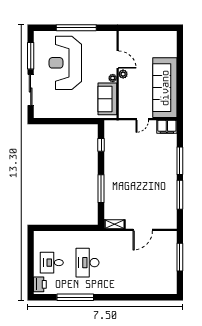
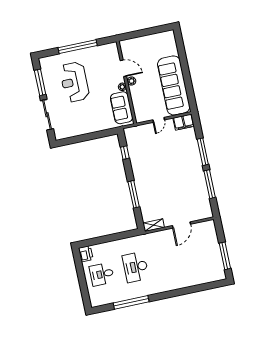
reception desk: (65, 63) -> (74, 82), width x0.74, depth x0.77
window: (180, 257) -> (225, 256), moved
printer: (40, 284) -> (86, 254), moved

